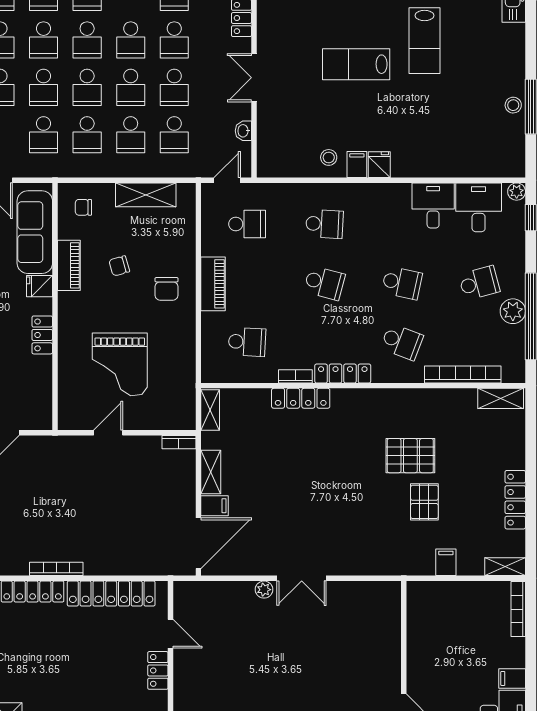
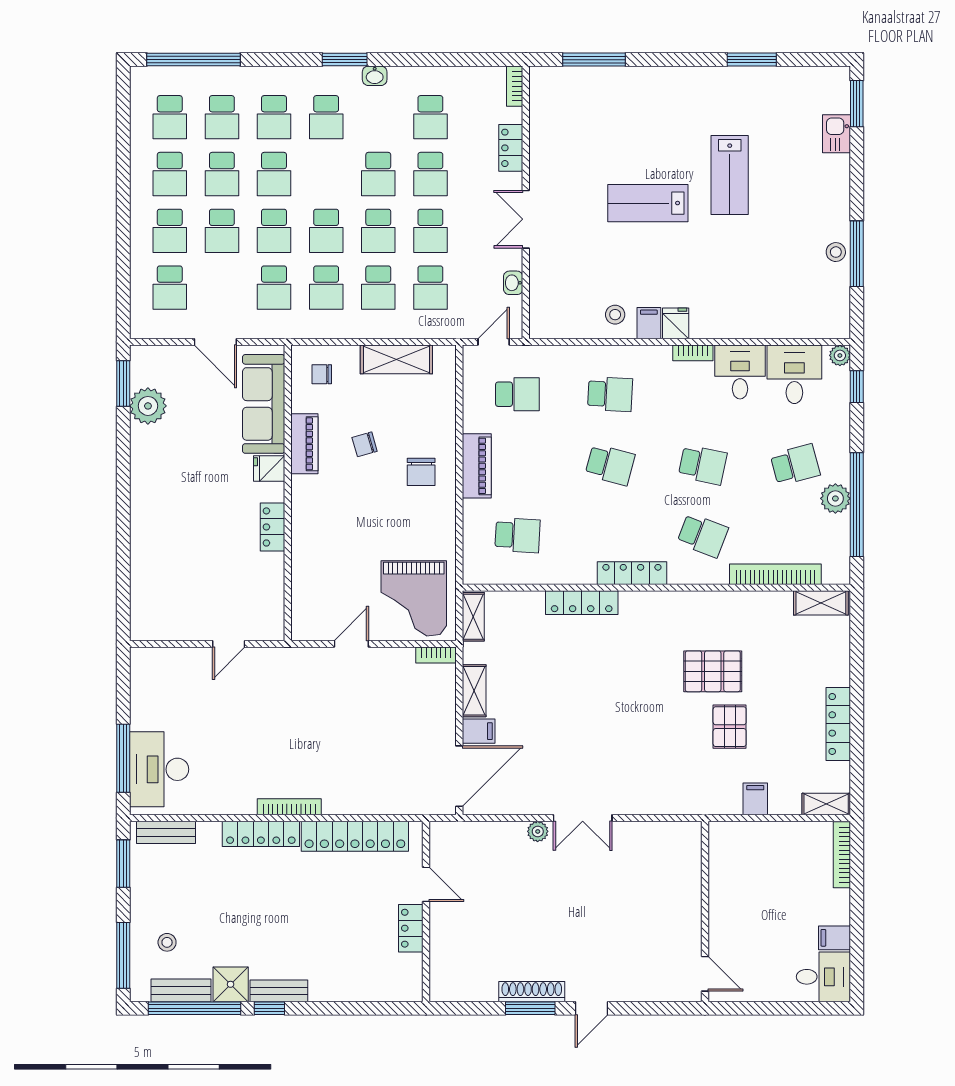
school desk: (87, 40) -> (326, 174), removed
grand piano: (120, 364) -> (414, 598), moved
bookcase: (295, 376) -> (693, 353), moved, turned 180

